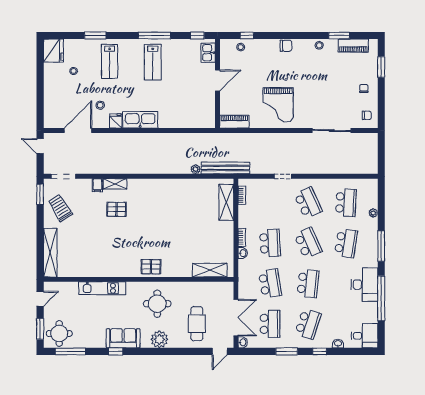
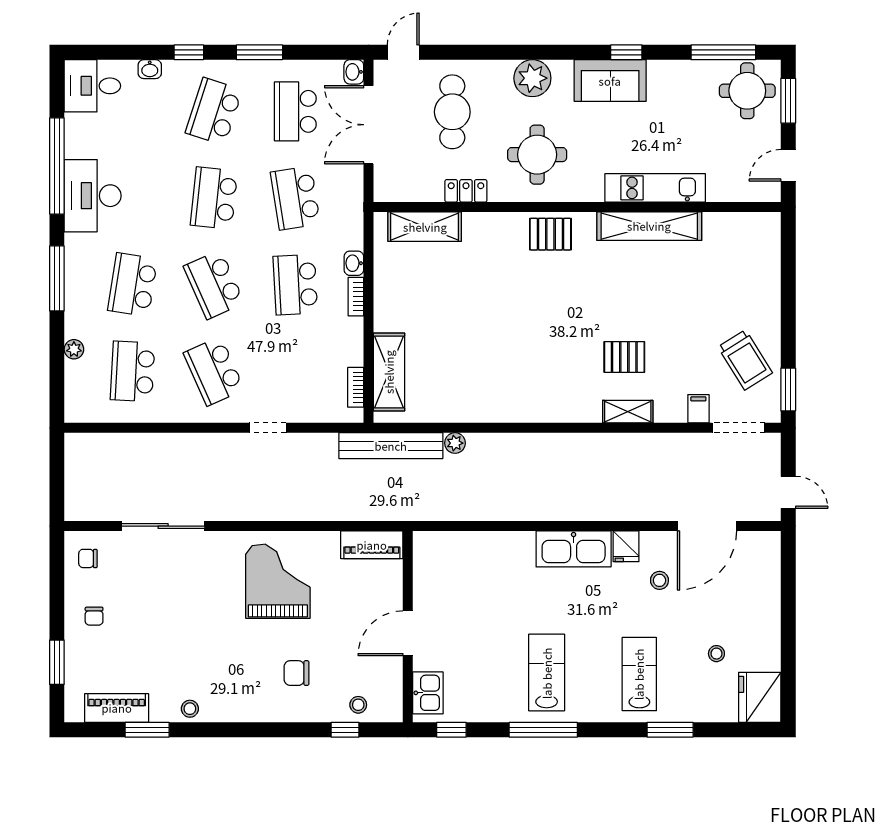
chair: (286, 46) -> (297, 673), moved
filing cabinet: (97, 185) -> (698, 409), moved
shelving: (50, 253) -> (649, 226), moved, turned 90
locker: (190, 287) -> (466, 191), added

